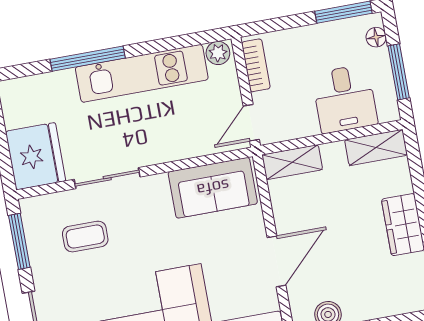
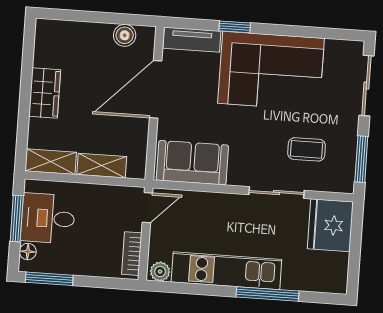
desk: (345, 99) -> (48, 218), moved, turned -90
shelving: (292, 162) -> (102, 166), moved
door: (277, 261) -> (156, 89), width x1.36

